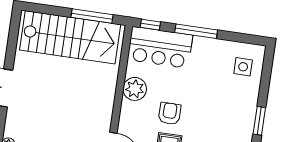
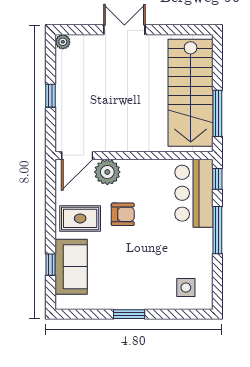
plant: (135, 89) -> (107, 172), moved

